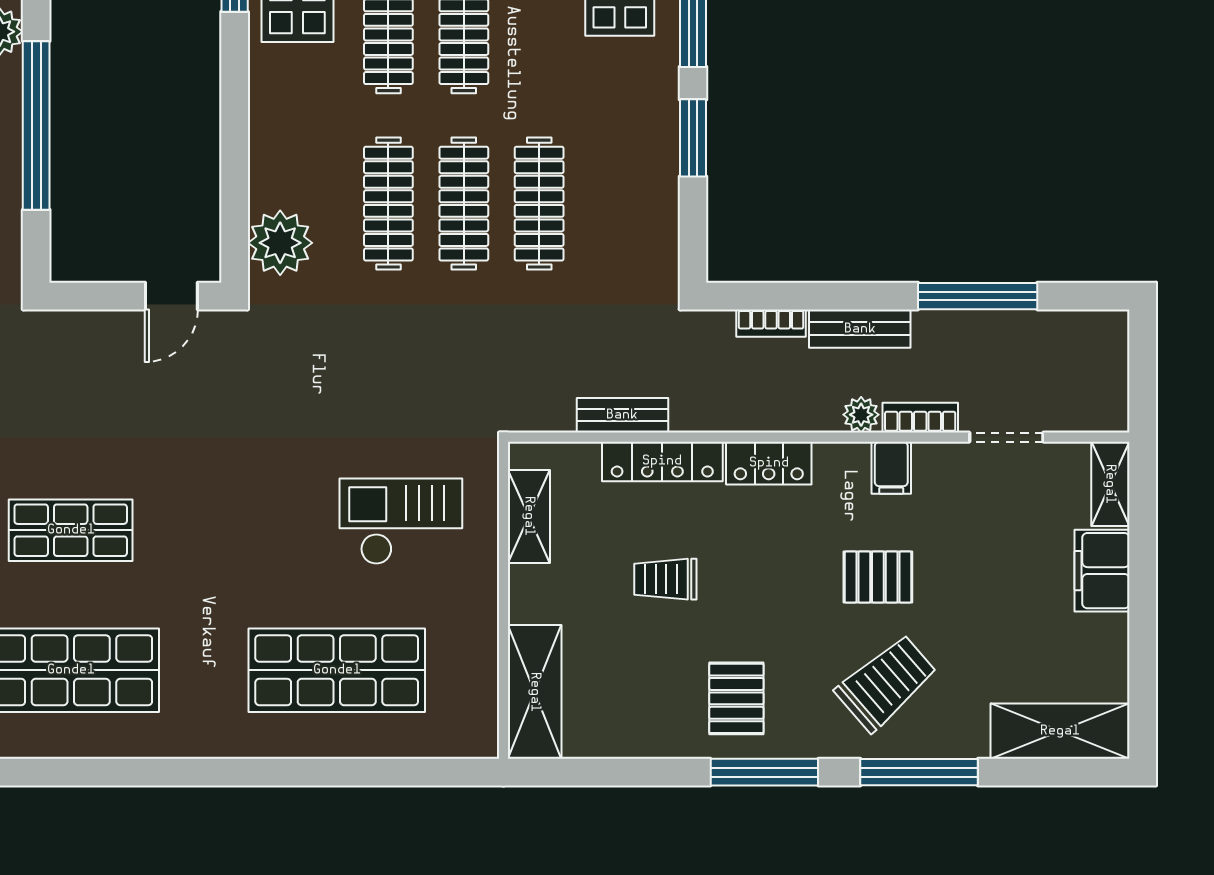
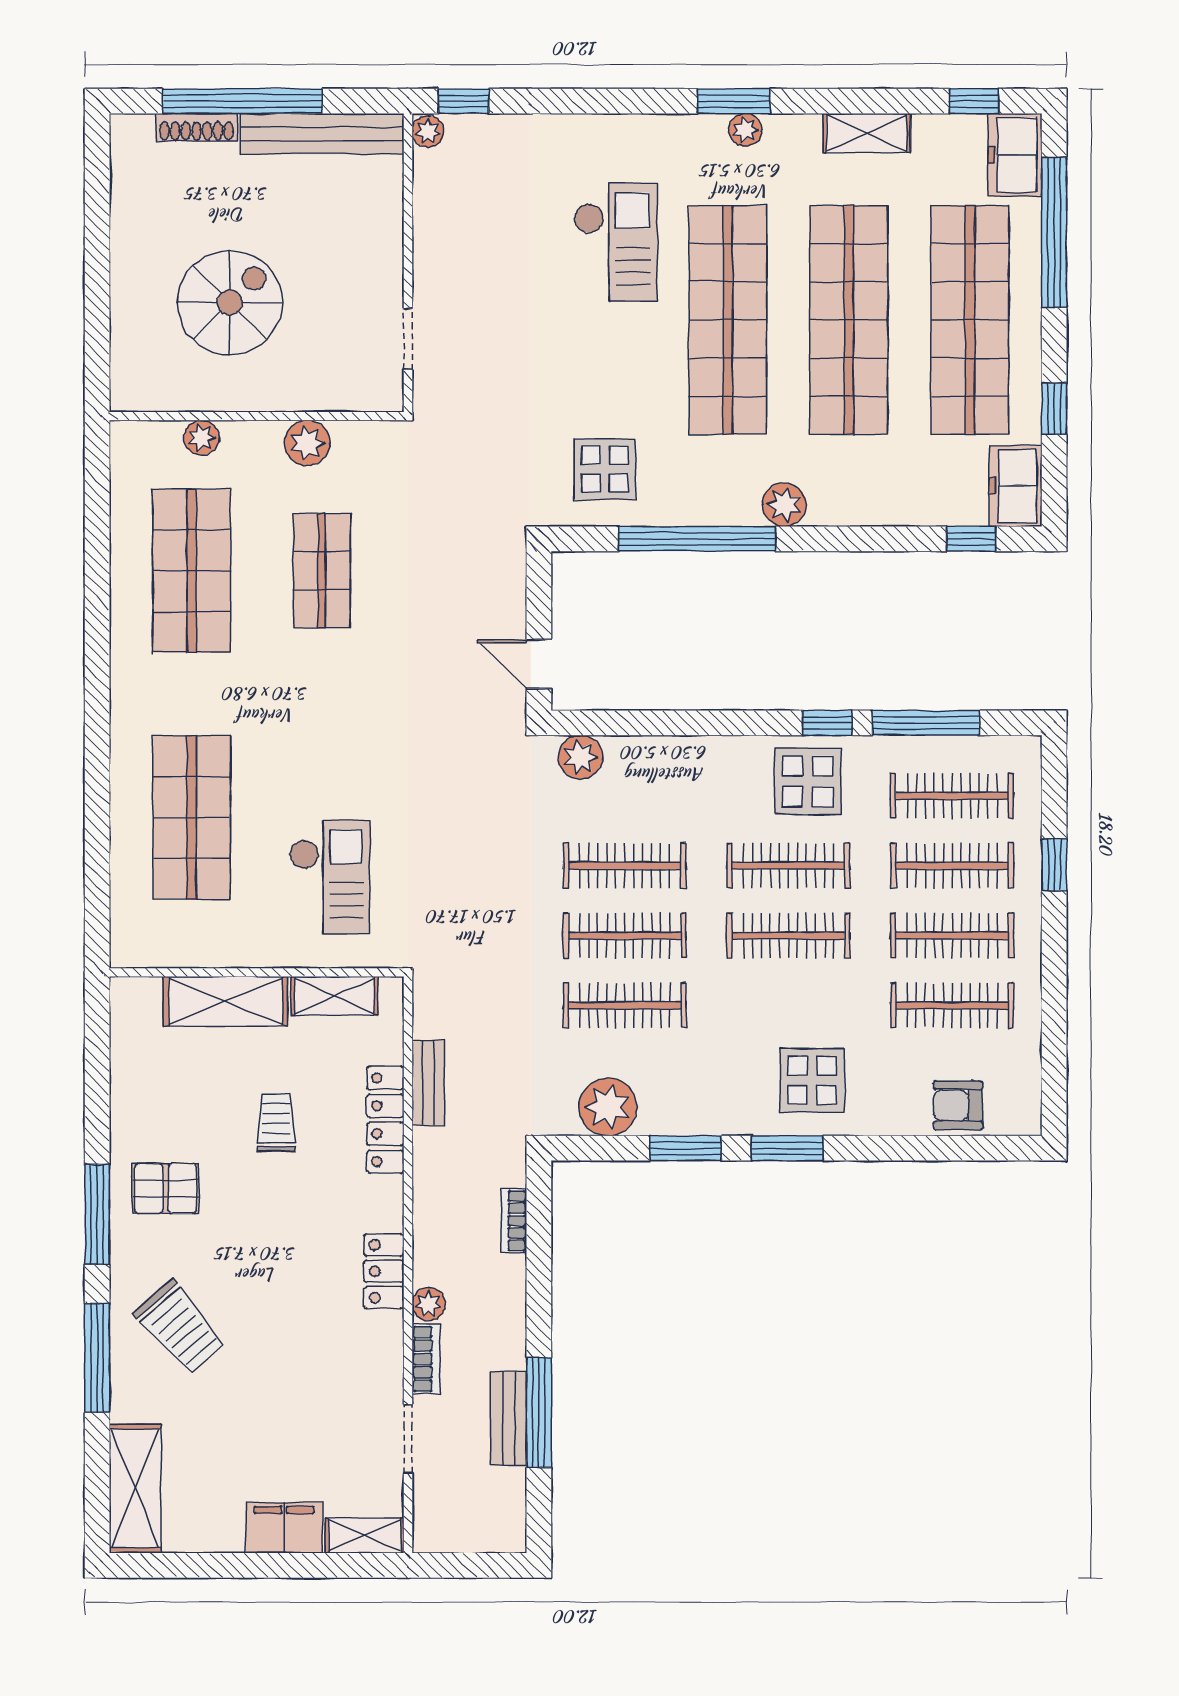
plant: (649, 222) -> (608, 1107), added
plant: (280, 243) -> (580, 757), width x0.73, depth x0.73
bench: (860, 329) -> (509, 1419), moved
locker: (769, 463) -> (384, 1271), moved
filing cabinet: (891, 468) -> (380, 1332), removed
pallet: (878, 577) -> (278, 1320), removed
shelving: (535, 692) -> (226, 1001), moved

